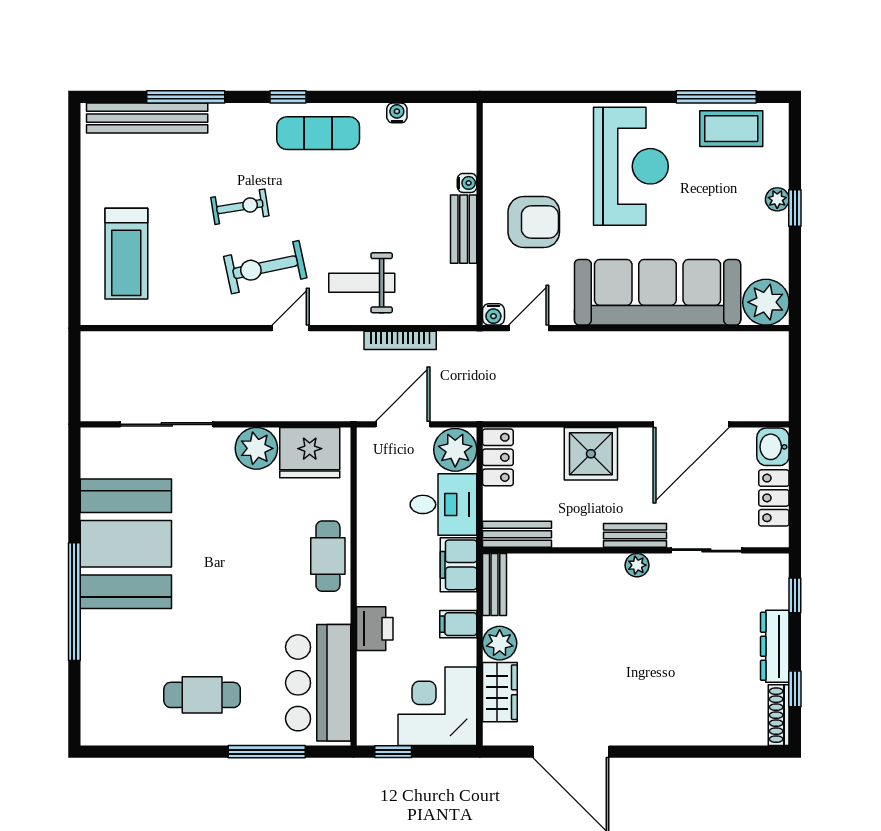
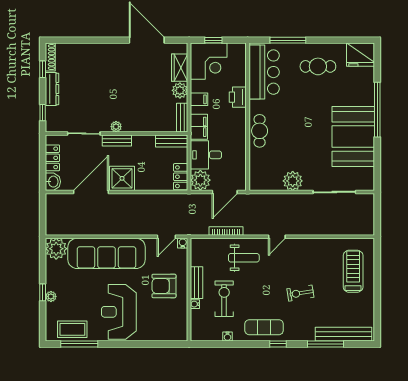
exercise bike: (265, 267) -> (224, 299), moved, turned -78
fridge: (310, 453) -> (361, 55), moved, turned 180
shower: (591, 454) -> (122, 178), moved
window: (393, 752) -> (213, 40), moved

